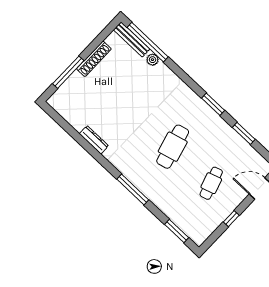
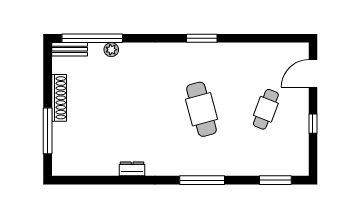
bench: (132, 39) -> (70, 49), width x0.73
window: (244, 133) -> (253, 38), removed
dresser: (94, 140) -> (132, 169), width x0.70
cafe table: (211, 183) -> (266, 109), turned 39

